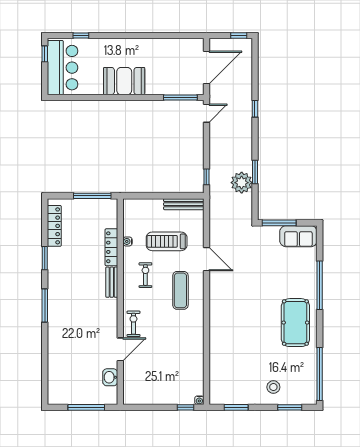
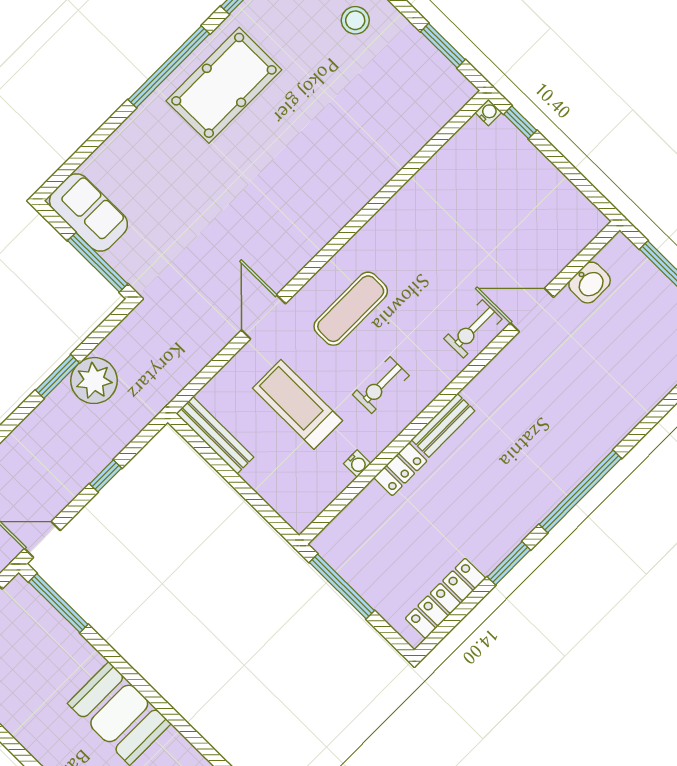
window: (206, 177) -> (106, 476), moved
treadmill: (167, 241) -> (297, 404), turned 180
locker: (111, 247) -> (400, 469), width x0.66
window: (320, 285) -> (169, 67), moved
window: (45, 305) -> (580, 491), width x1.46

